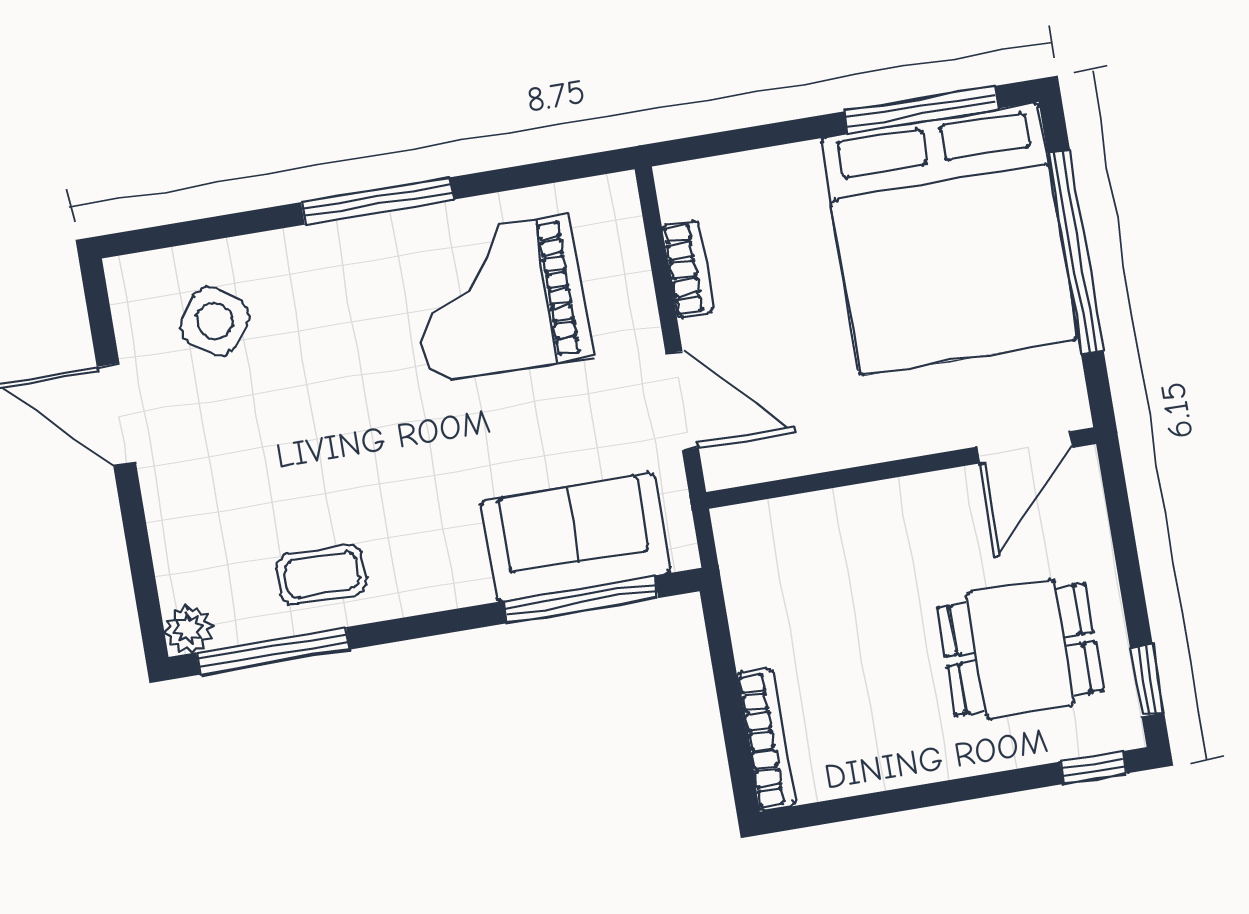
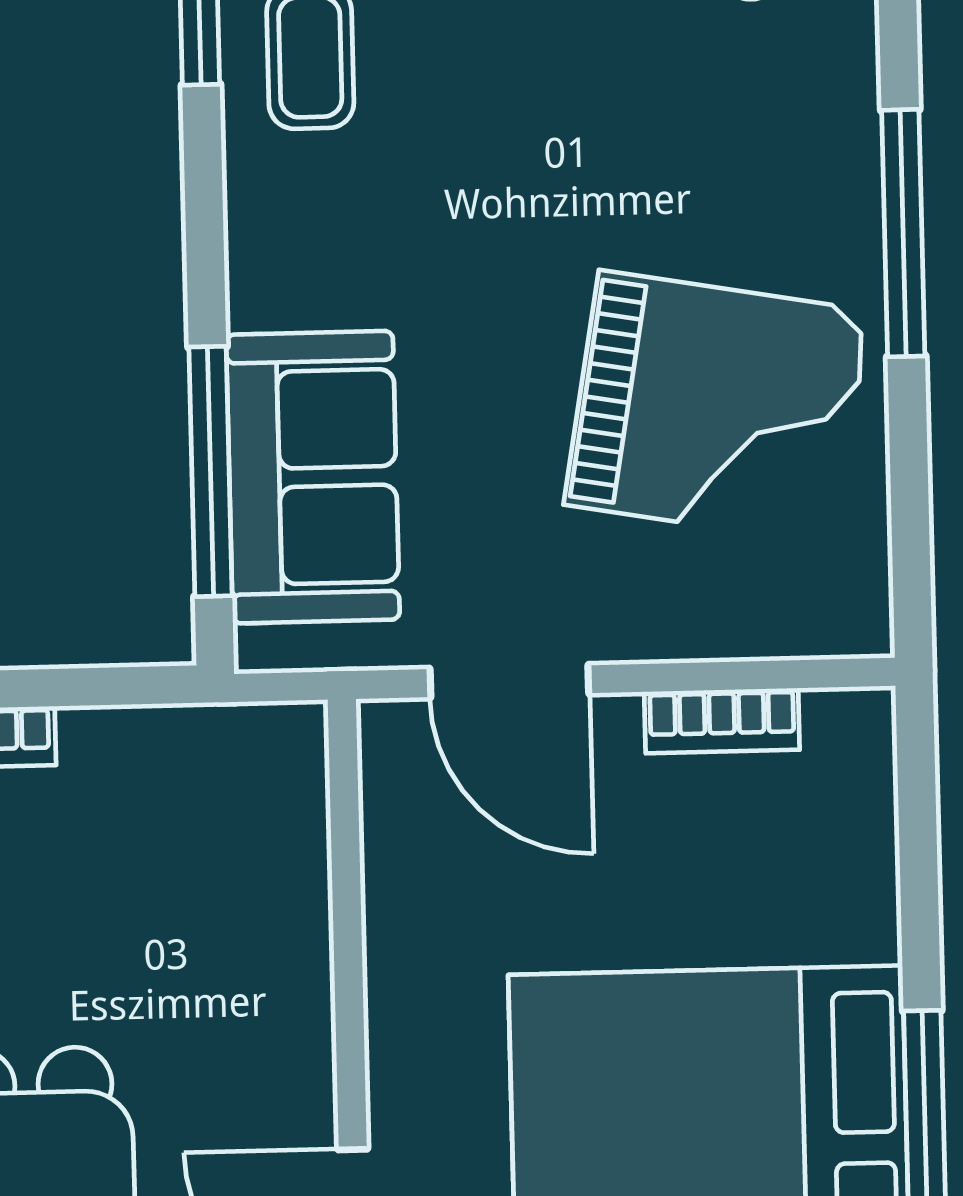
grand piano: (499, 299) -> (717, 408), turned 100
door: (682, 401) -> (509, 681), hinge flipped

